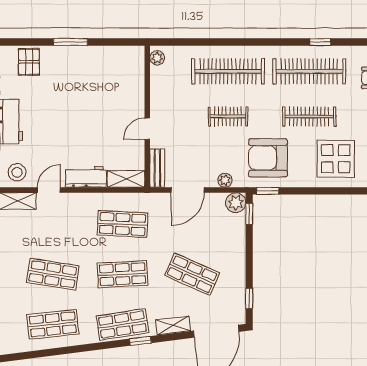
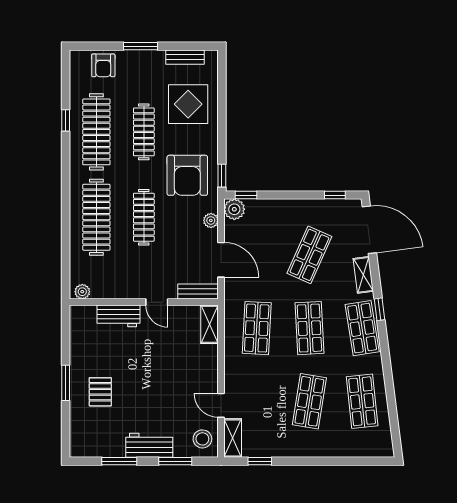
pallet: (29, 62) -> (100, 392), moved, turned 90
clothes rail: (228, 116) -> (144, 217), width x1.36
workbench: (86, 177) -> (118, 316), moved, turned -90

